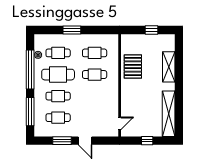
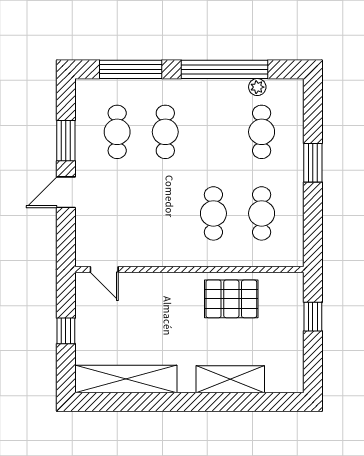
window: (151, 30) -> (313, 317), moved
cafe table: (58, 75) -> (213, 132), removed

